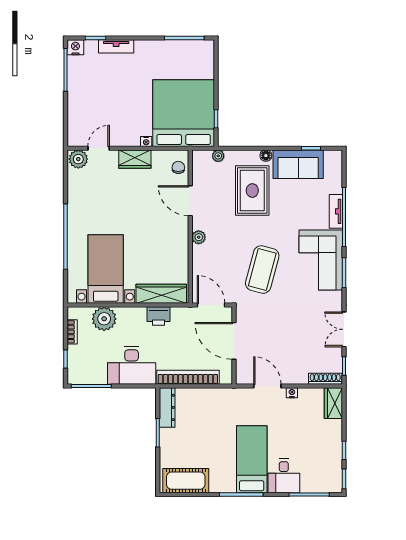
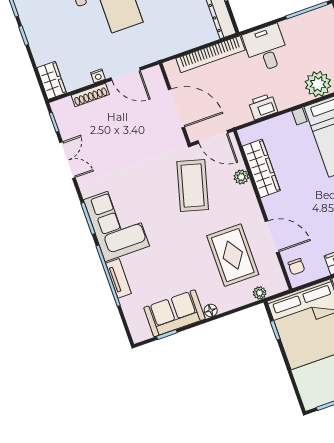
rug: (252, 191) -> (233, 255), moved
plant: (199, 237) -> (241, 177), moved
coffee table: (262, 270) -> (193, 185), moved
wardrobe: (161, 294) -> (261, 168), moved, turned -90
desk: (132, 366) -> (266, 48), width x0.73
shoe rack: (325, 379) -> (90, 95), moved

